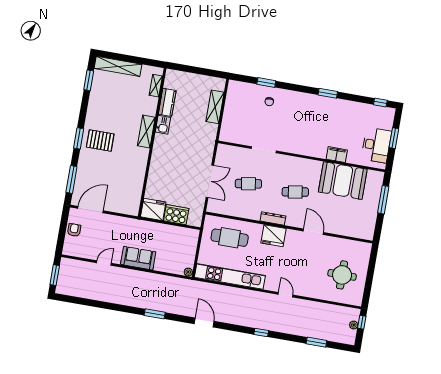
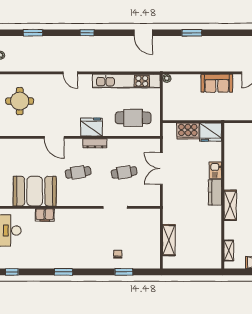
kitchen counter: (167, 102) -> (215, 192), moved
kitchen sink: (163, 125) -> (215, 170), moved

